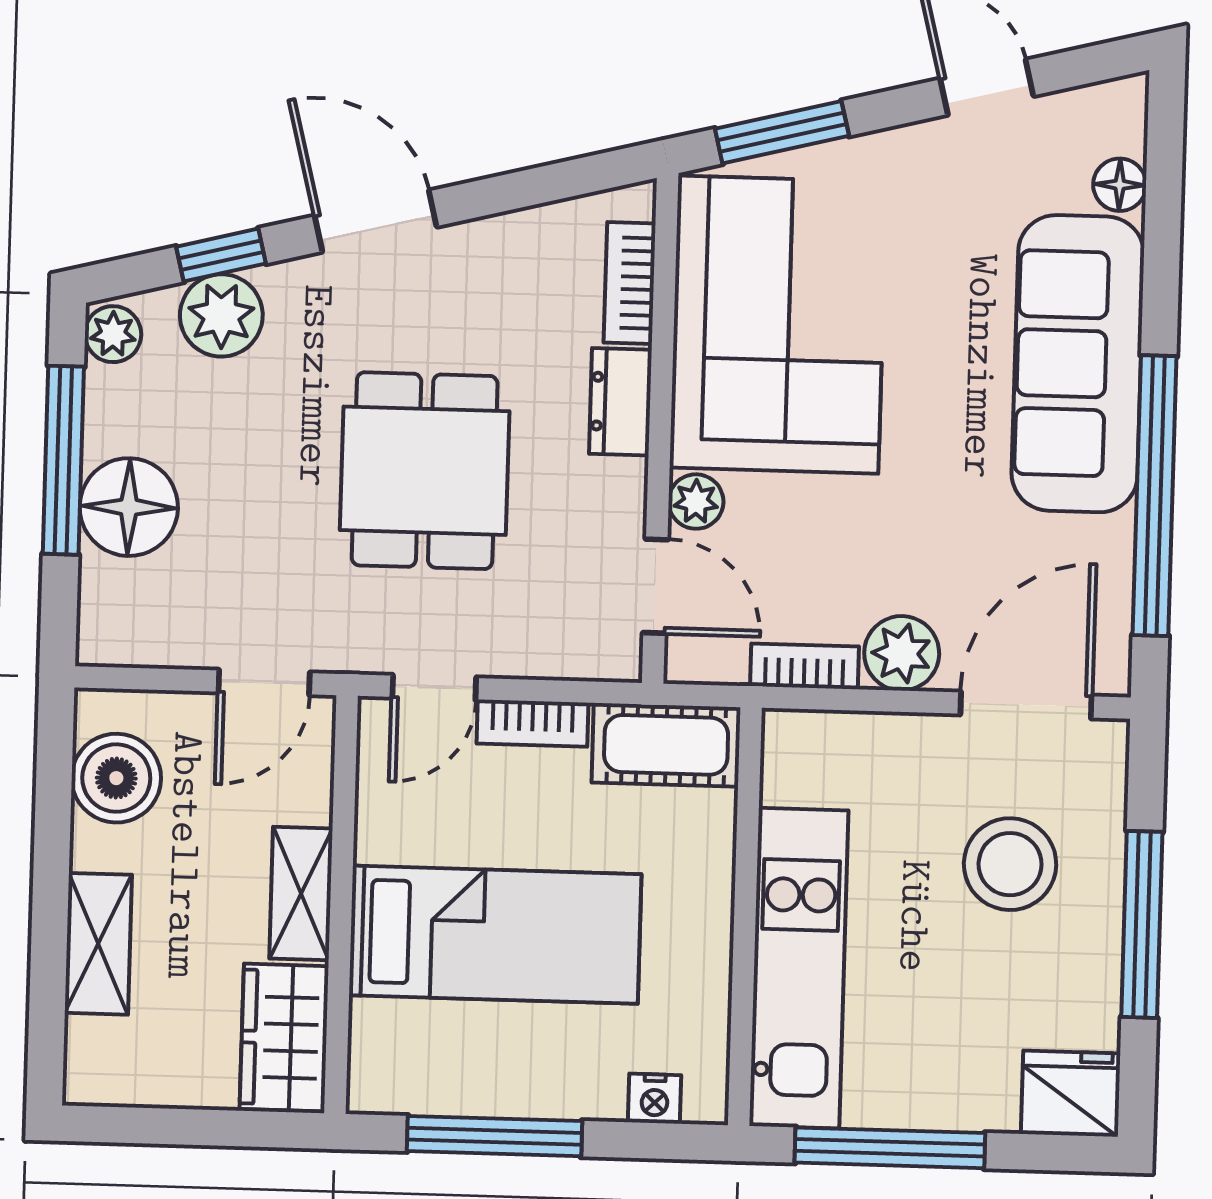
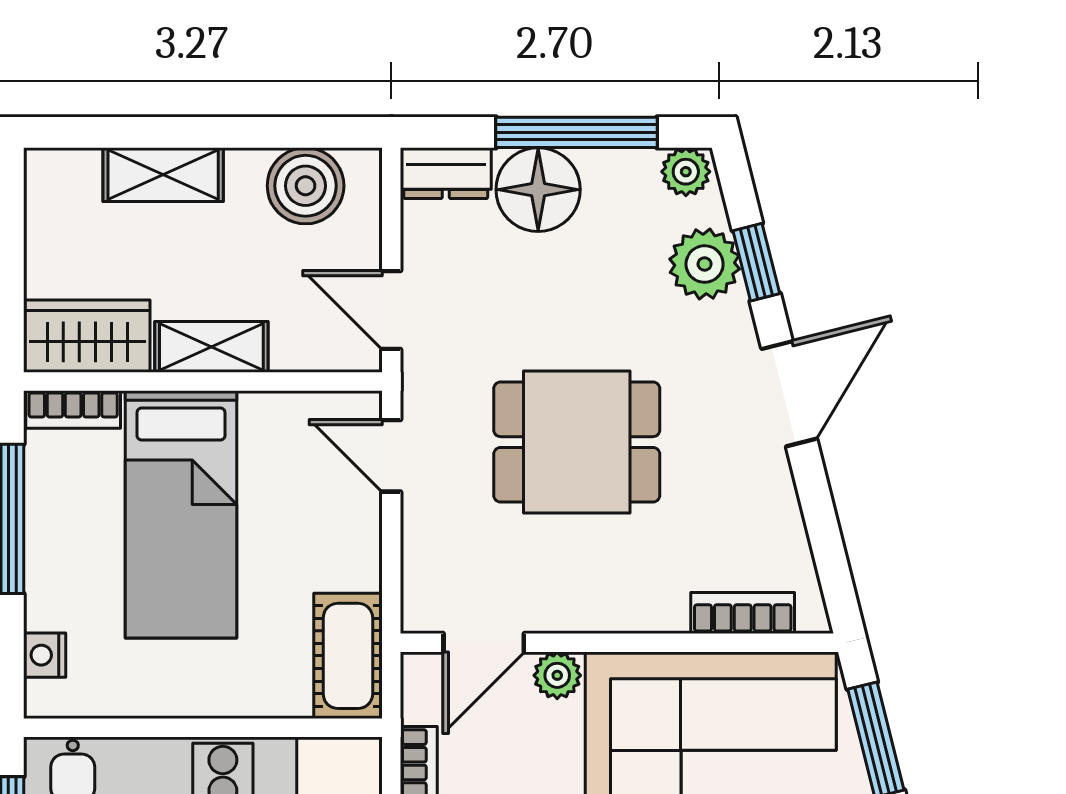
dresser: (620, 402) -> (446, 173), moved, turned 180
bookcase: (532, 723) -> (73, 410), moved, turned -90

